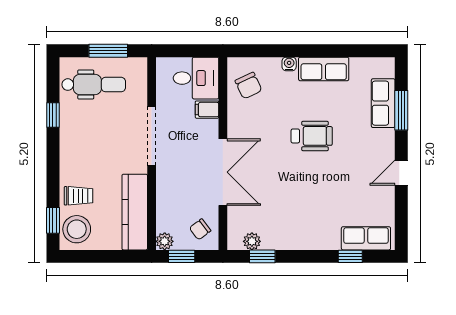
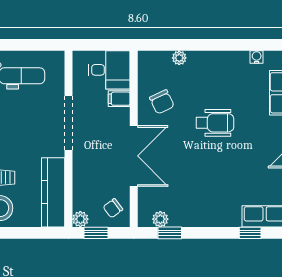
window: (108, 51) -> (29, 45), removed
water cooler: (289, 64) -> (257, 57), moved
plant: (273, 65) -> (179, 58), added
row of seats: (324, 69) -> (226, 62), removed
chair: (249, 86) -> (162, 102), moved

